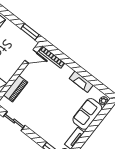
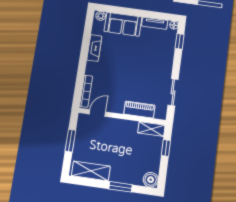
window: (30, 32) -> (70, 141), moved
door: (31, 57) -> (97, 113), hinge flipped

